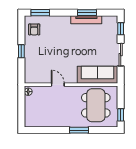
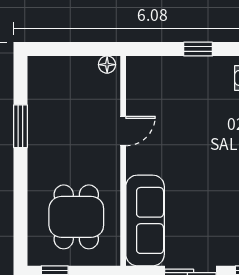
dining table: (96, 105) -> (76, 217), width x0.73
window: (79, 130) -> (20, 126), moved

